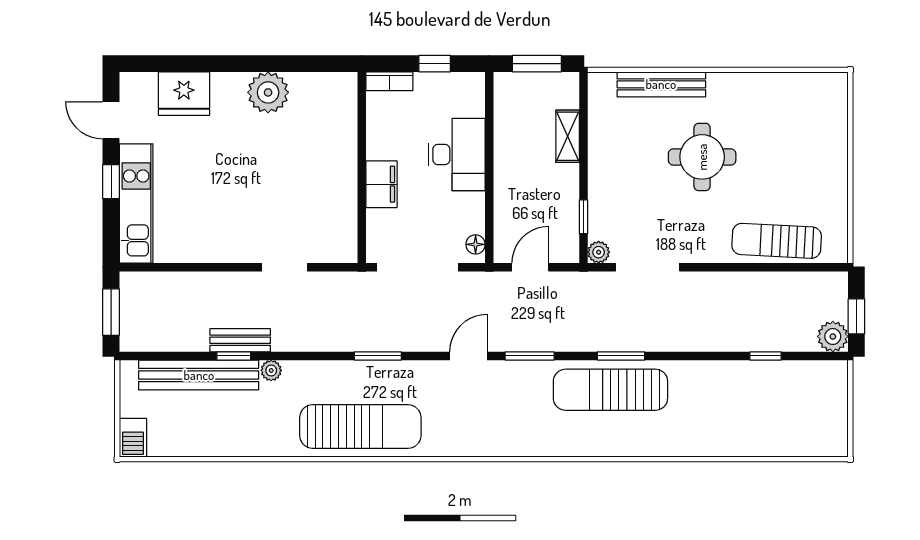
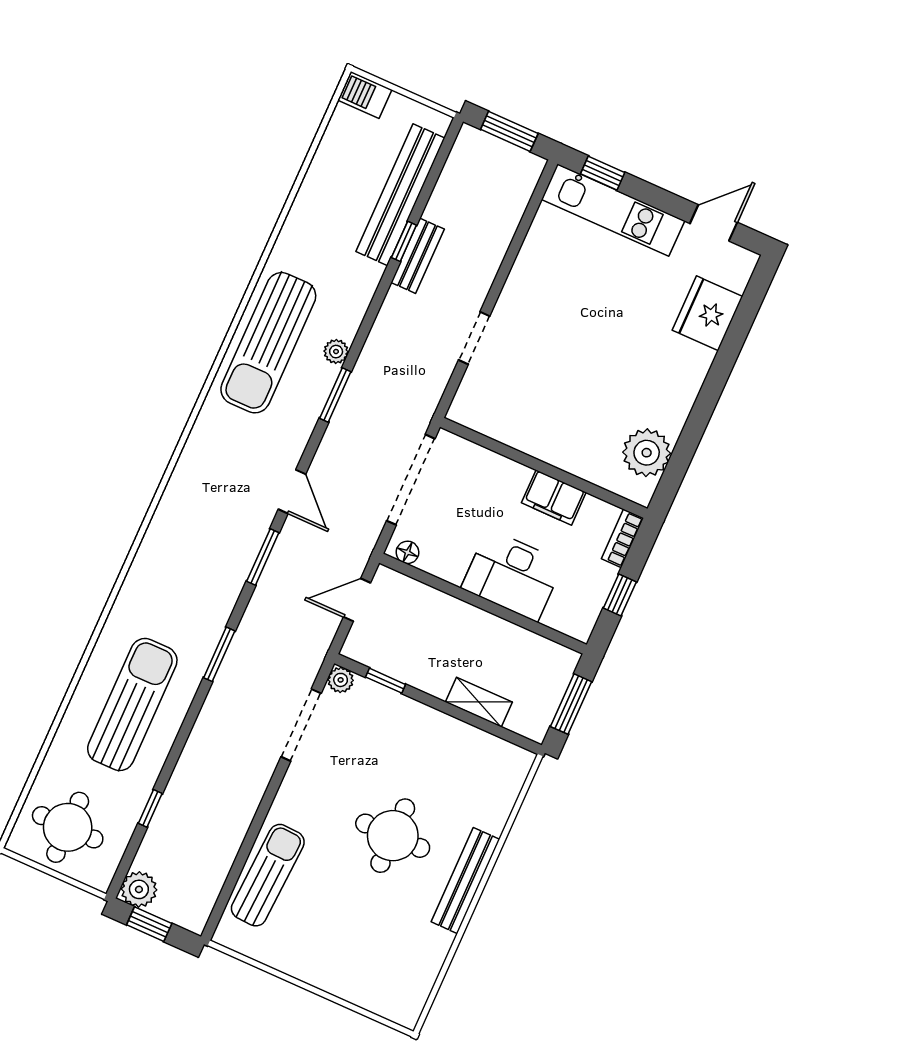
bench: (661, 84) -> (466, 881), moved
plant: (268, 92) -> (647, 453), moved
window: (111, 182) -> (603, 173), moved
filing cabinet: (382, 184) -> (554, 497), moved
door: (530, 267) -> (357, 600), swing flipped
plant: (271, 370) -> (336, 352), moved
sun lounger: (610, 390) -> (132, 705), moved
round table: (809, 414) -> (68, 827), added

